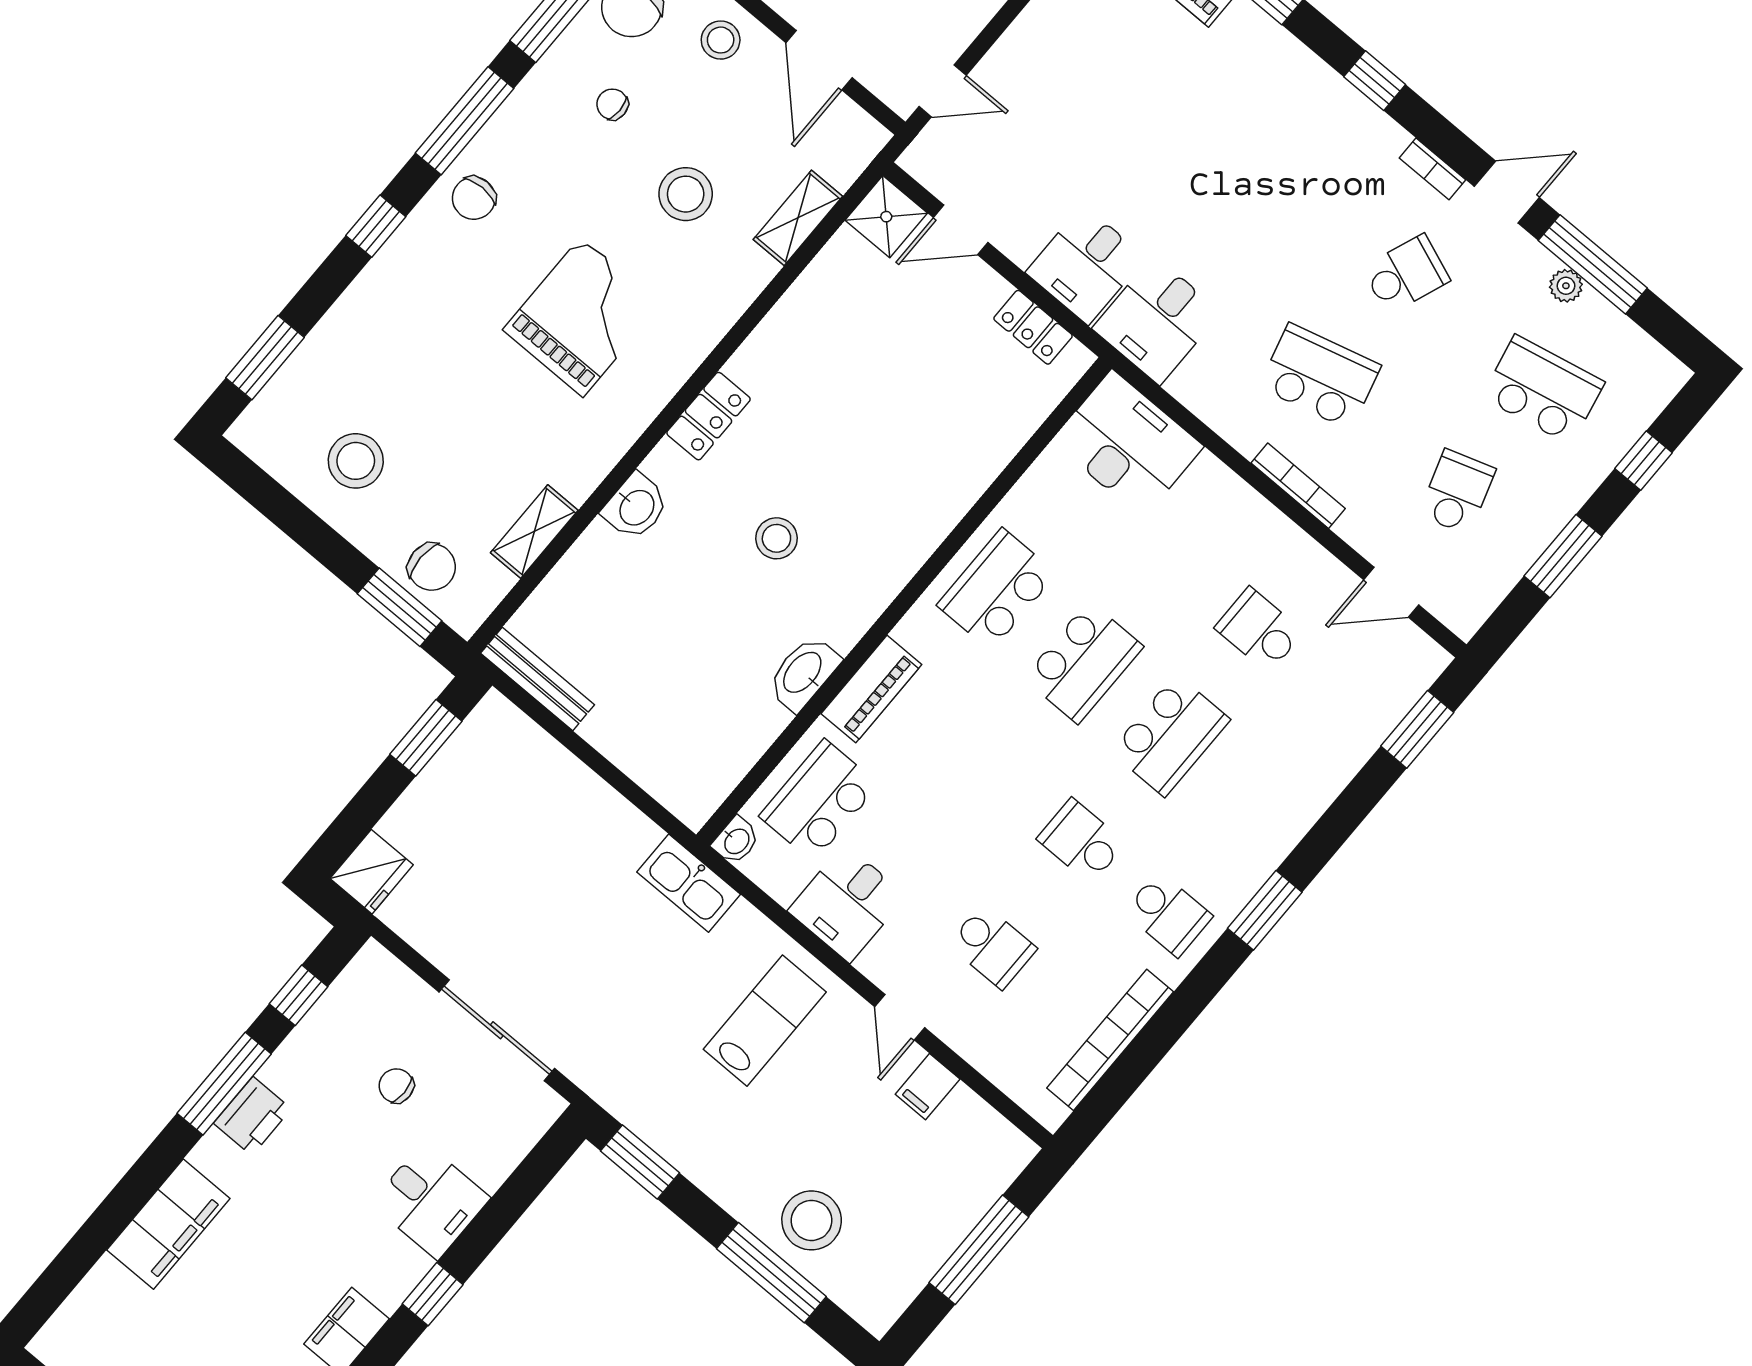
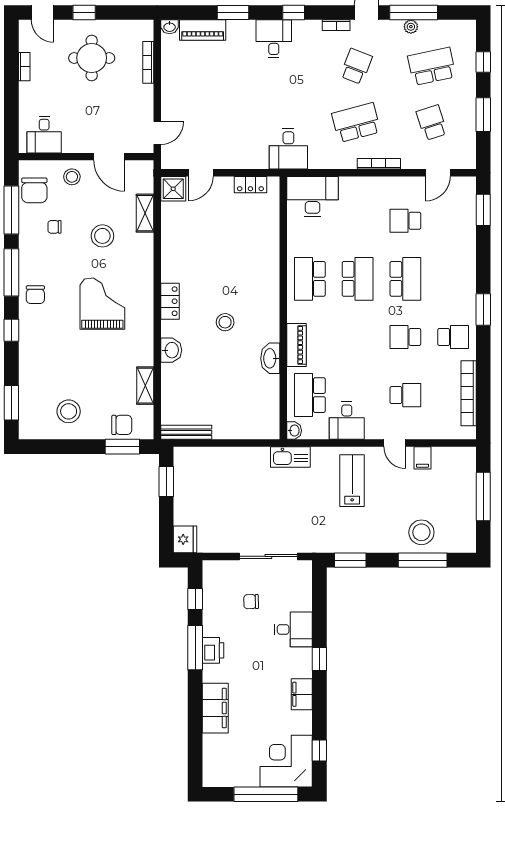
desk: (1085, 265) -> (274, 39), moved, turned 180

